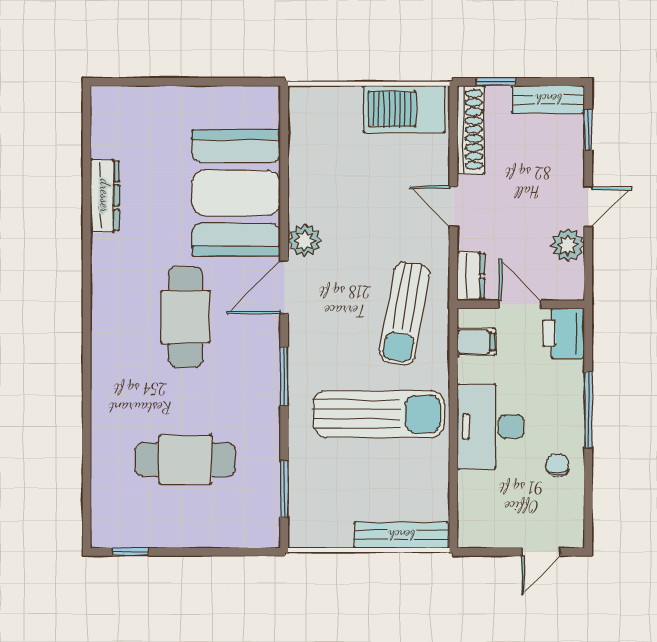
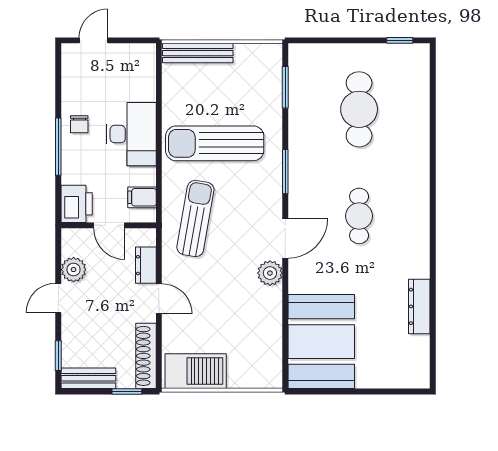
booth: (236, 193) -> (321, 342), moved
dresser: (471, 276) -> (146, 265), moved
cafe table: (185, 317) -> (359, 216), width x0.73, depth x0.74
cafe table: (185, 460) -> (359, 109), turned 90
chair: (557, 465) -> (79, 124), moved

